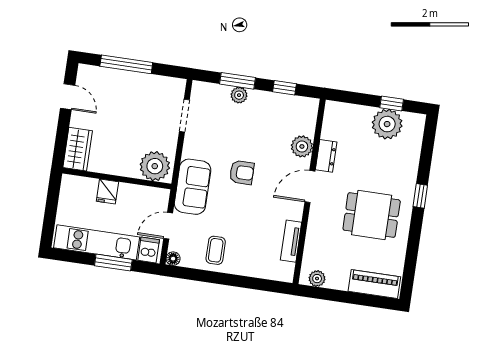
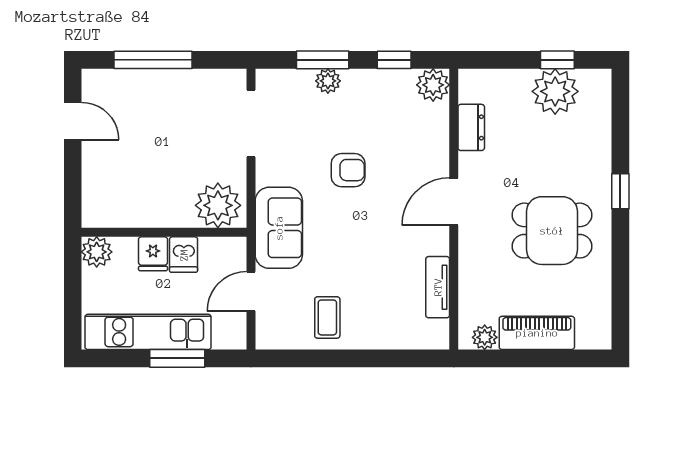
doorway: (184, 116) -> (251, 124), width x1.38
plant: (302, 146) -> (433, 85), moved
wardrobe: (78, 149) -> (99, 197), removed
dresser: (326, 156) -> (471, 127), moved
armchair: (242, 172) -> (348, 170), moved
plant: (71, 185) -> (97, 252), added
dishwasher: (149, 250) -> (184, 255), moved, turned 180
floor lamp: (173, 259) -> (266, 339), removed
piano: (374, 284) -> (537, 333), moved

